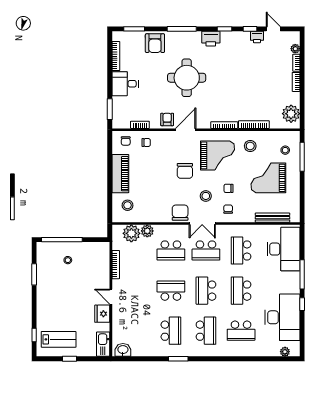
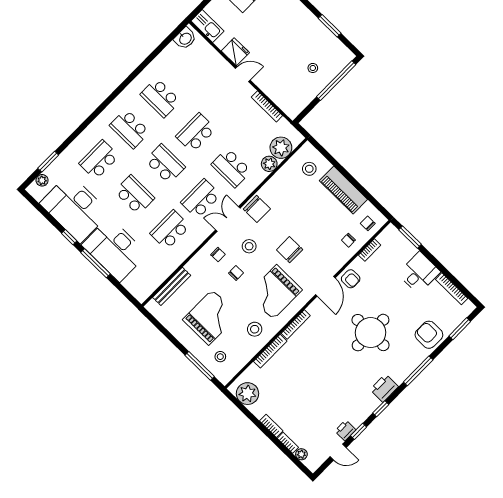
desk: (284, 249) -> (115, 249), moved
school desk: (171, 250) -> (231, 168), turned -90
school desk: (241, 250) -> (170, 230), turned -90
school desk: (171, 291) -> (196, 133), turned 180
window: (178, 359) -> (48, 162), moved

